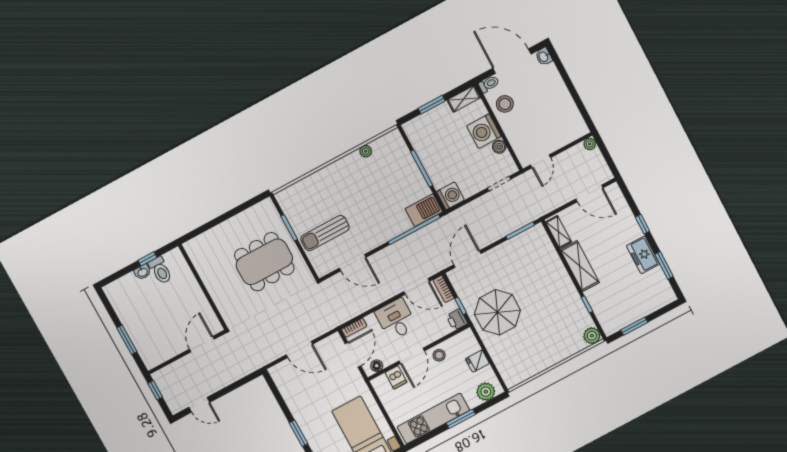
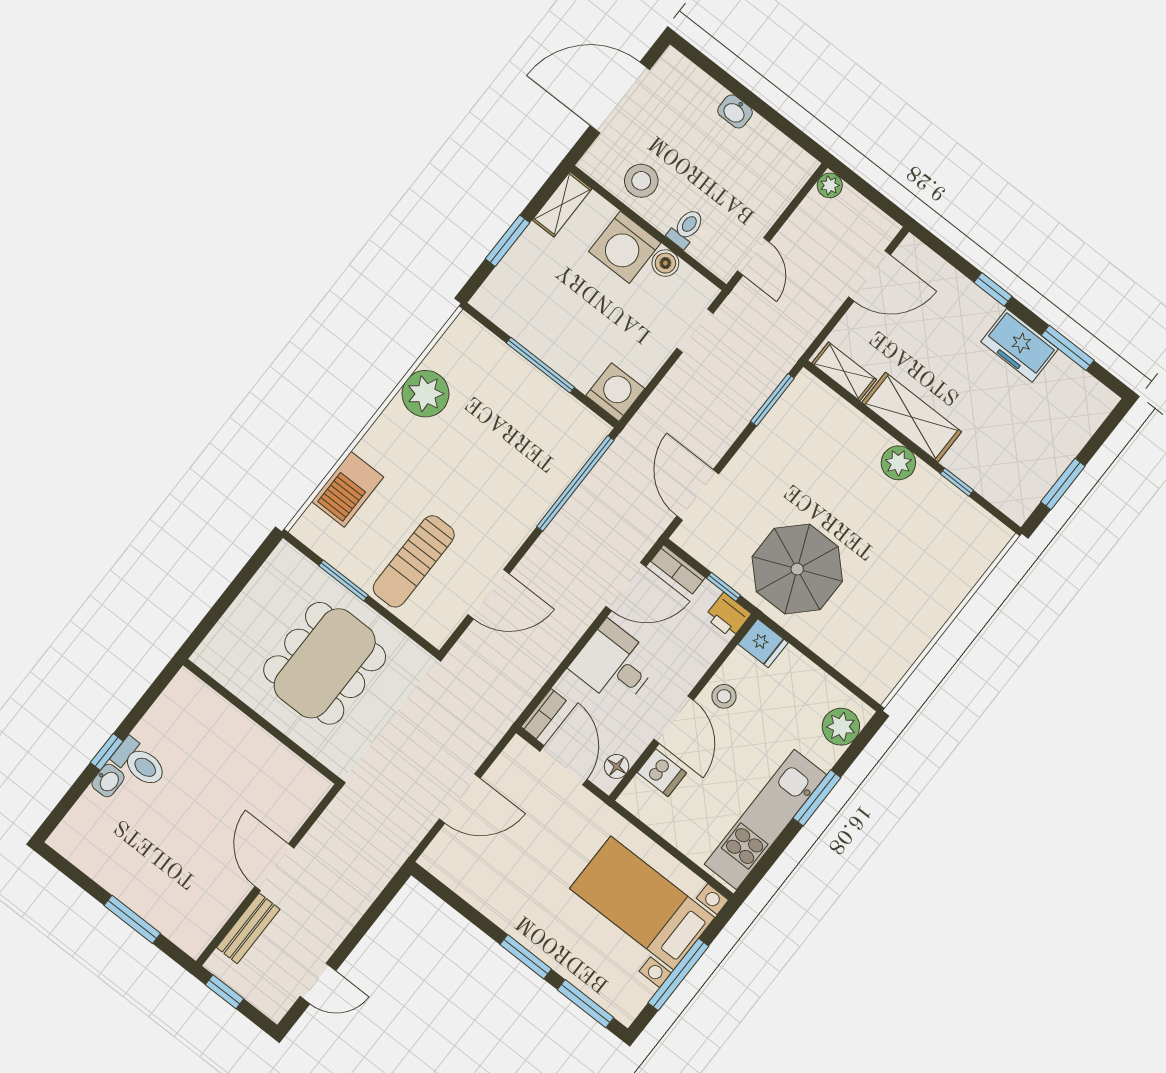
washbasin: (544, 57) -> (735, 111), moved
toilet: (489, 84) -> (686, 228), moved
plant: (366, 151) -> (426, 394), width x1.88, depth x1.88
barbecue: (424, 210) -> (348, 489), moved, turned 180
wall: (203, 287) -> (261, 721), moved
plant: (592, 336) -> (898, 463), moved
fridge: (477, 361) -> (763, 643), moved, turned -90
bench: (178, 367) -> (248, 928), added

